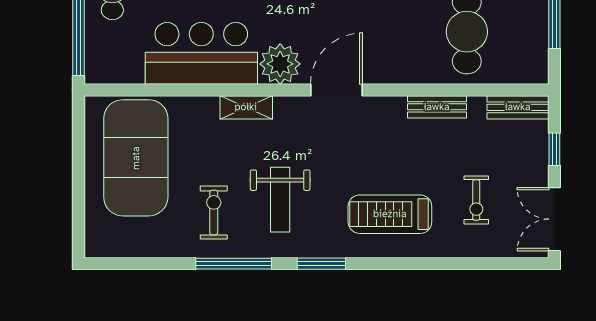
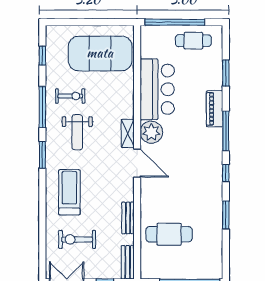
shelving: (246, 107) -> (128, 133), moved
weight bench: (280, 200) -> (77, 132), turned -90
exercise bike: (476, 200) -> (77, 239), width x1.38, depth x1.39
window: (140, 264) -> (42, 56), added

